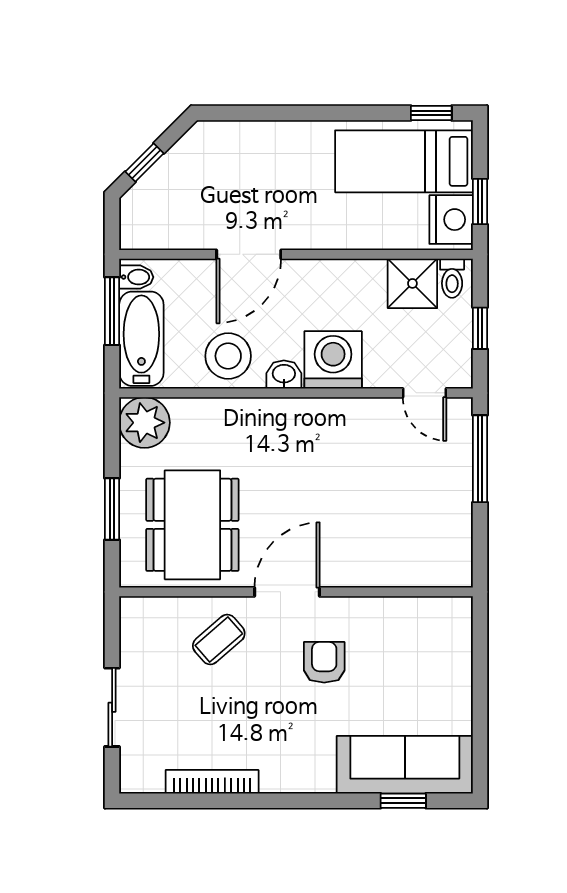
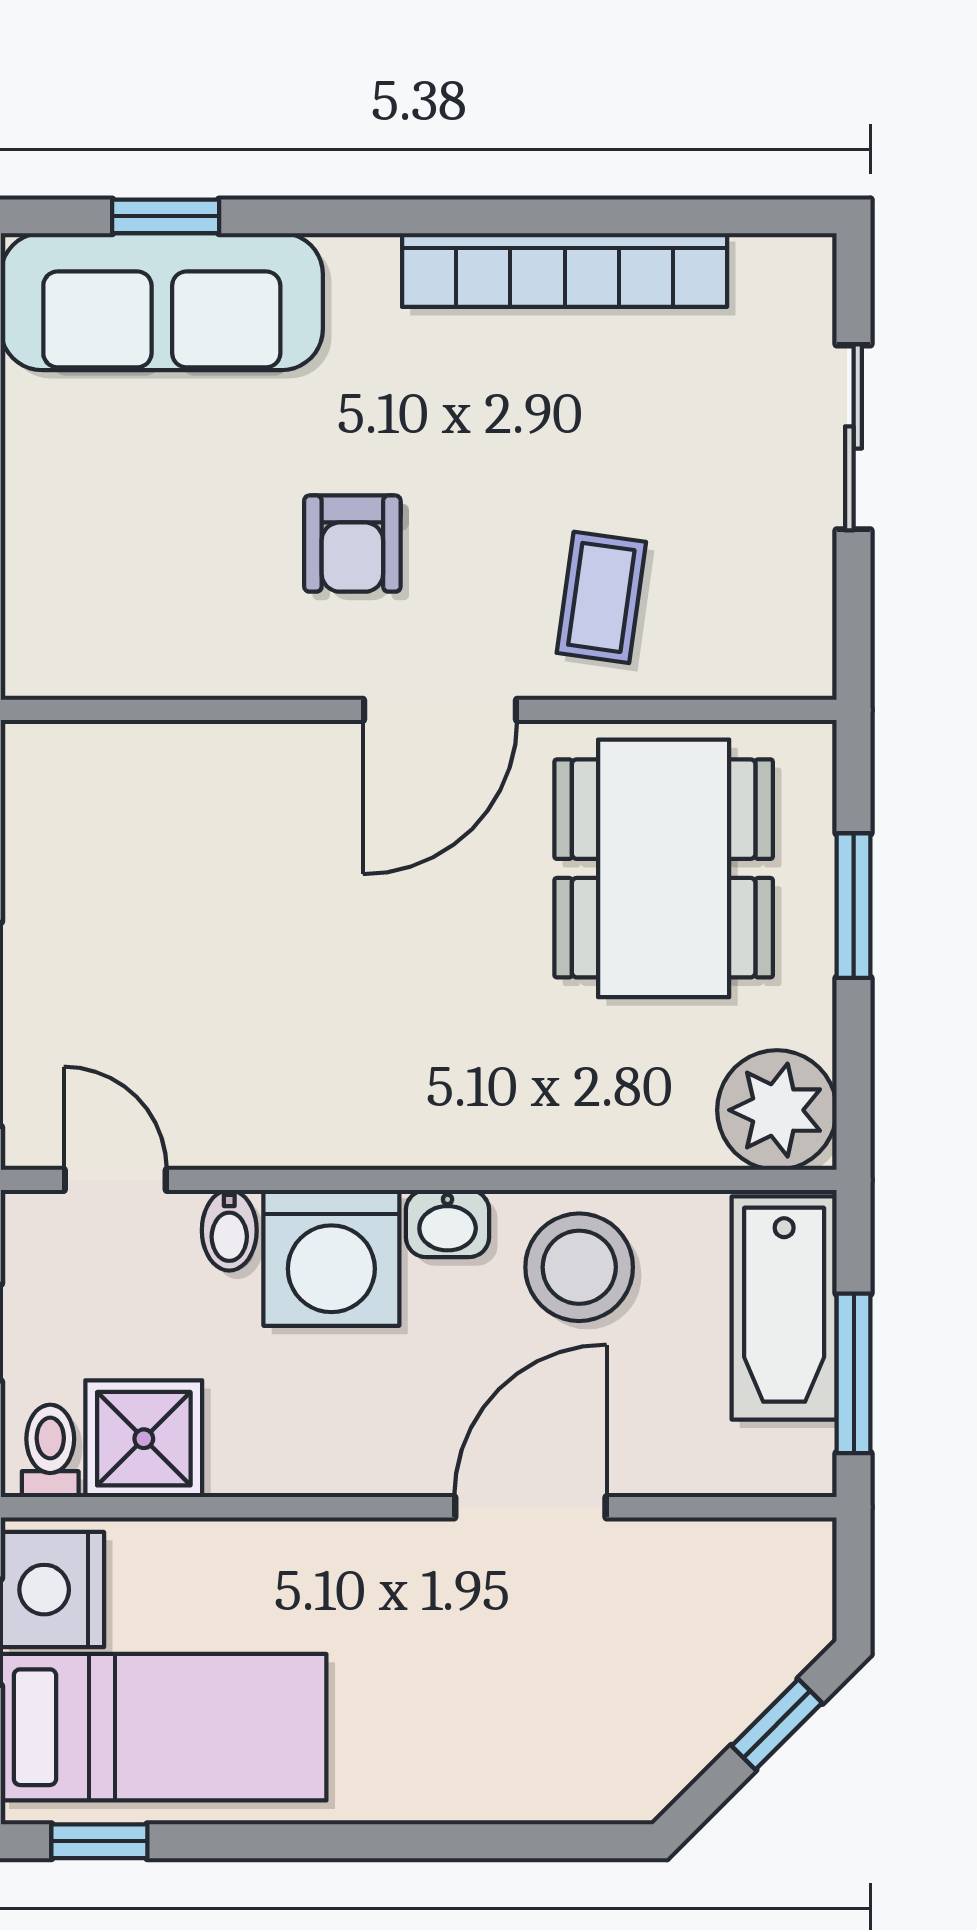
bidet: (136, 277) -> (229, 1230), moved, turned -90
coffee table: (219, 640) -> (601, 597), turned -41
bookcase: (212, 782) -> (565, 270), width x1.48, depth x1.31

